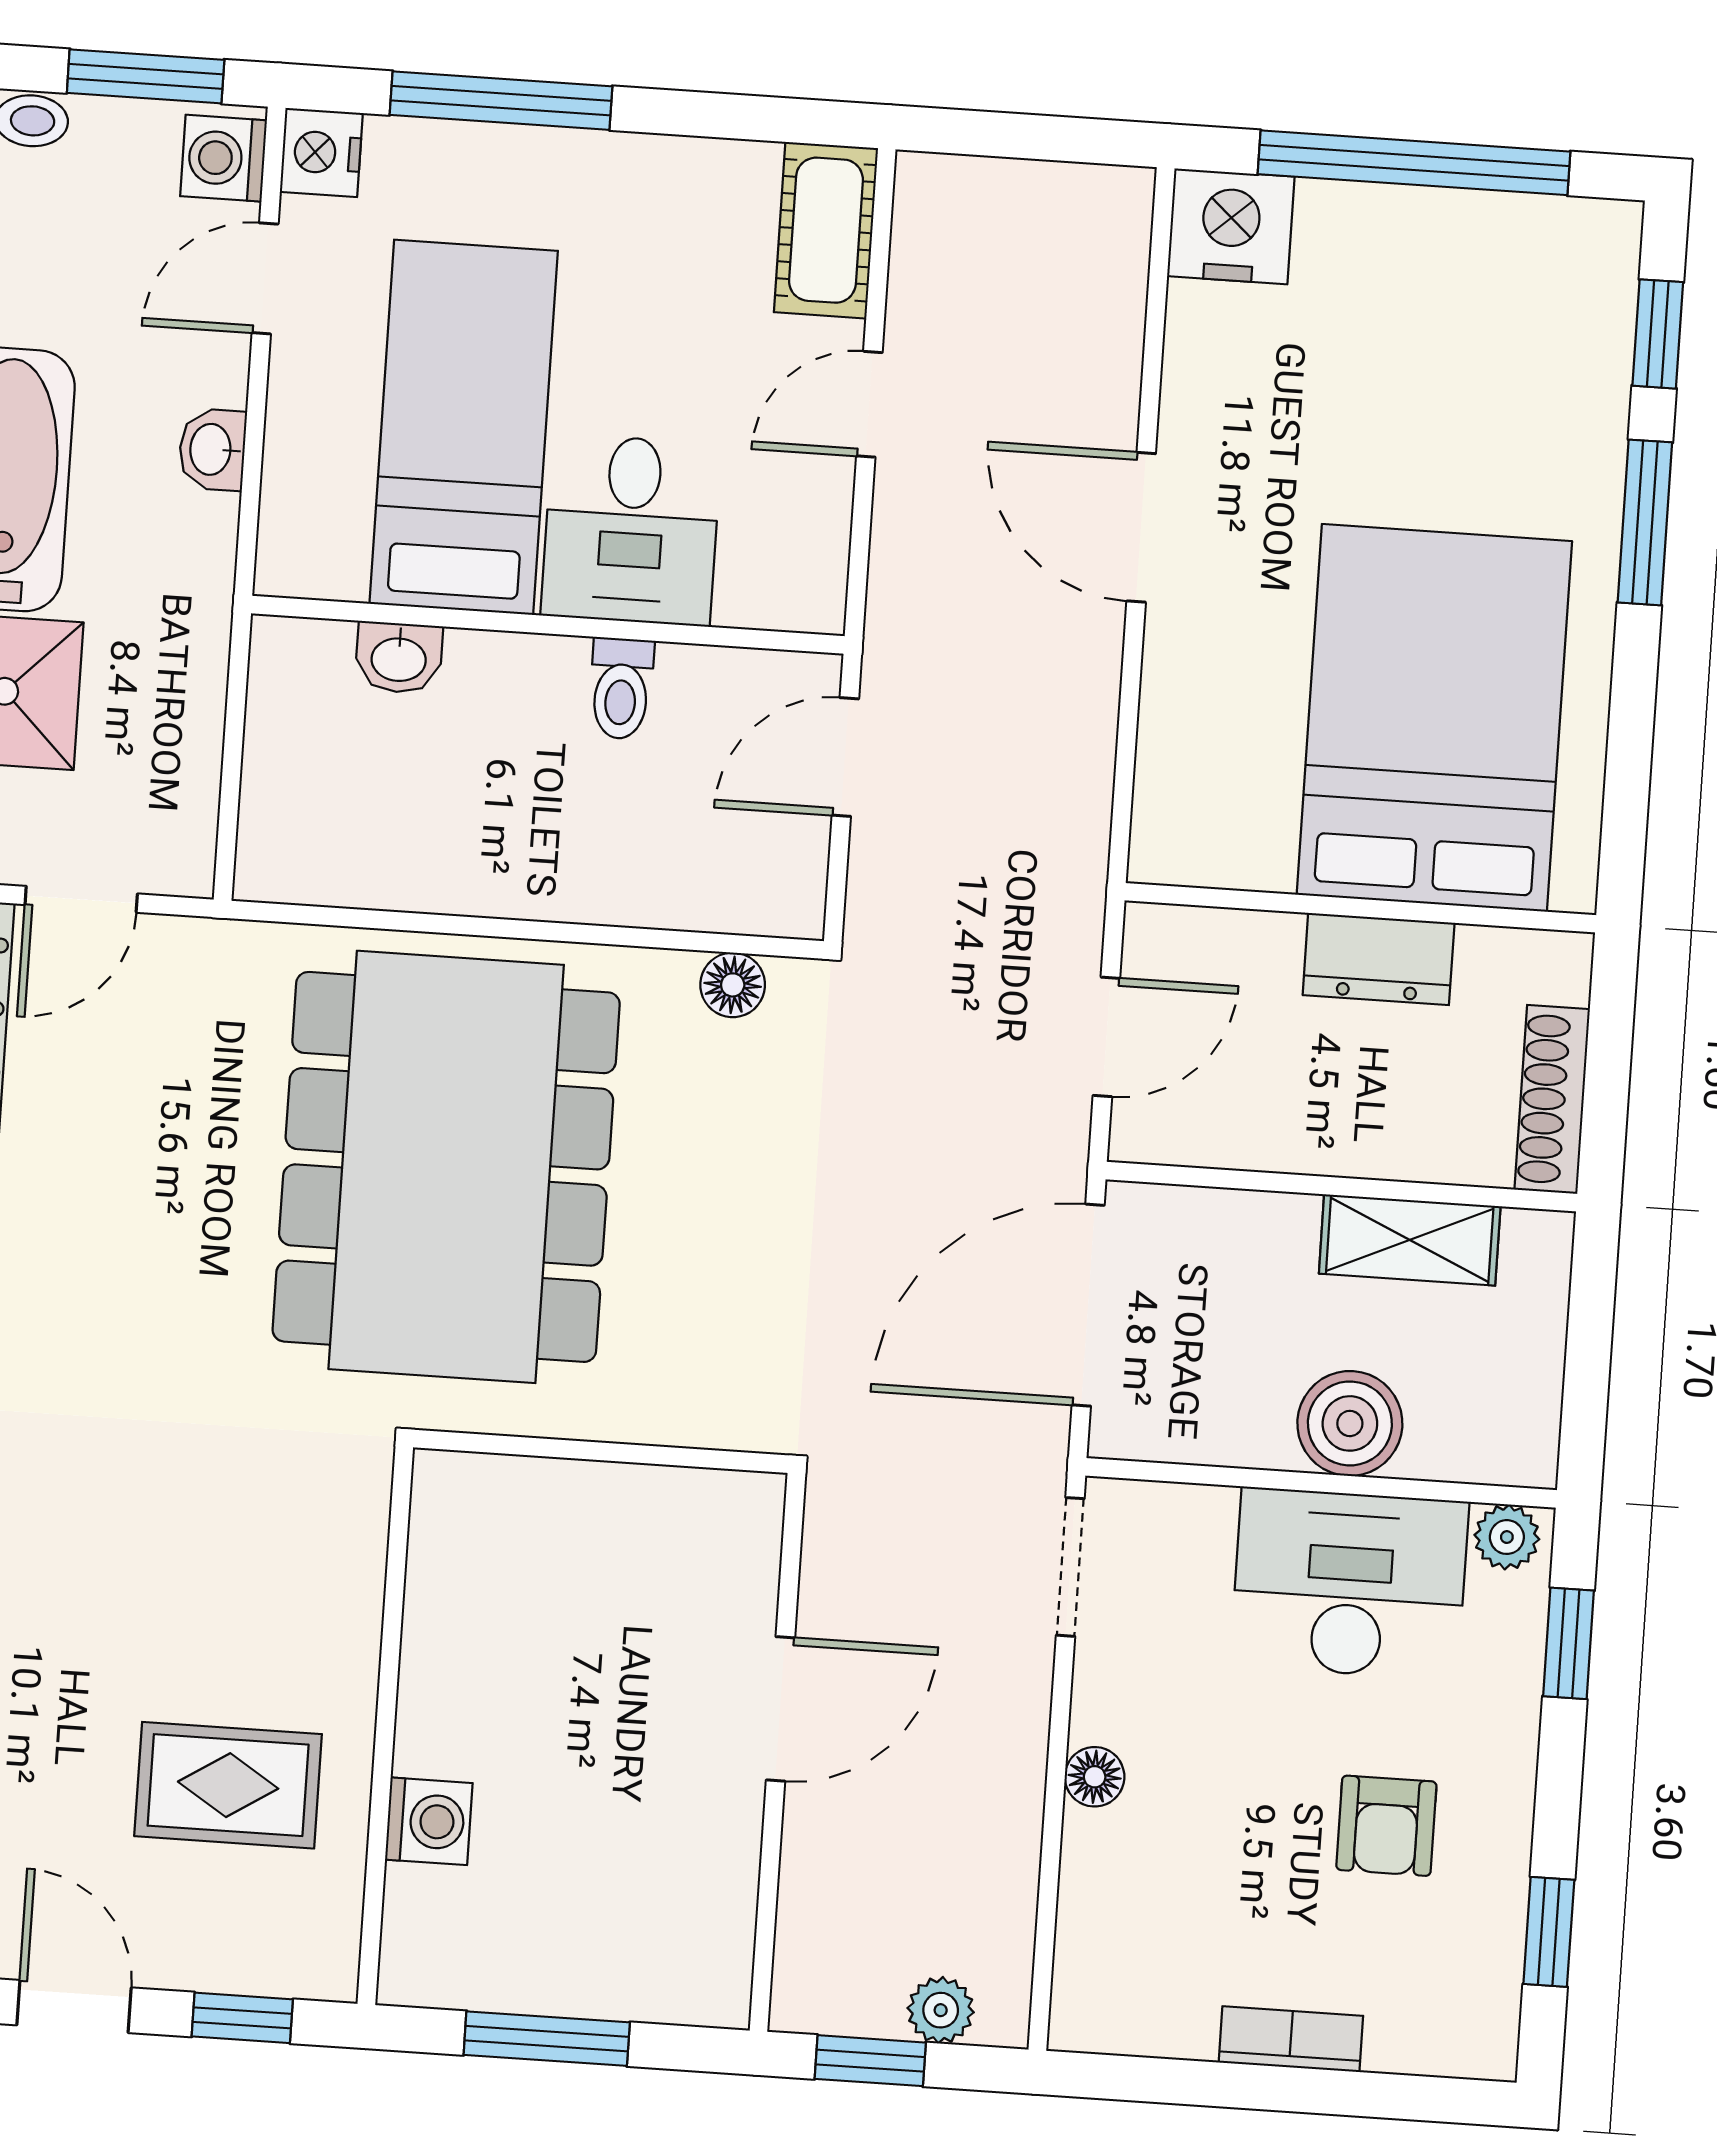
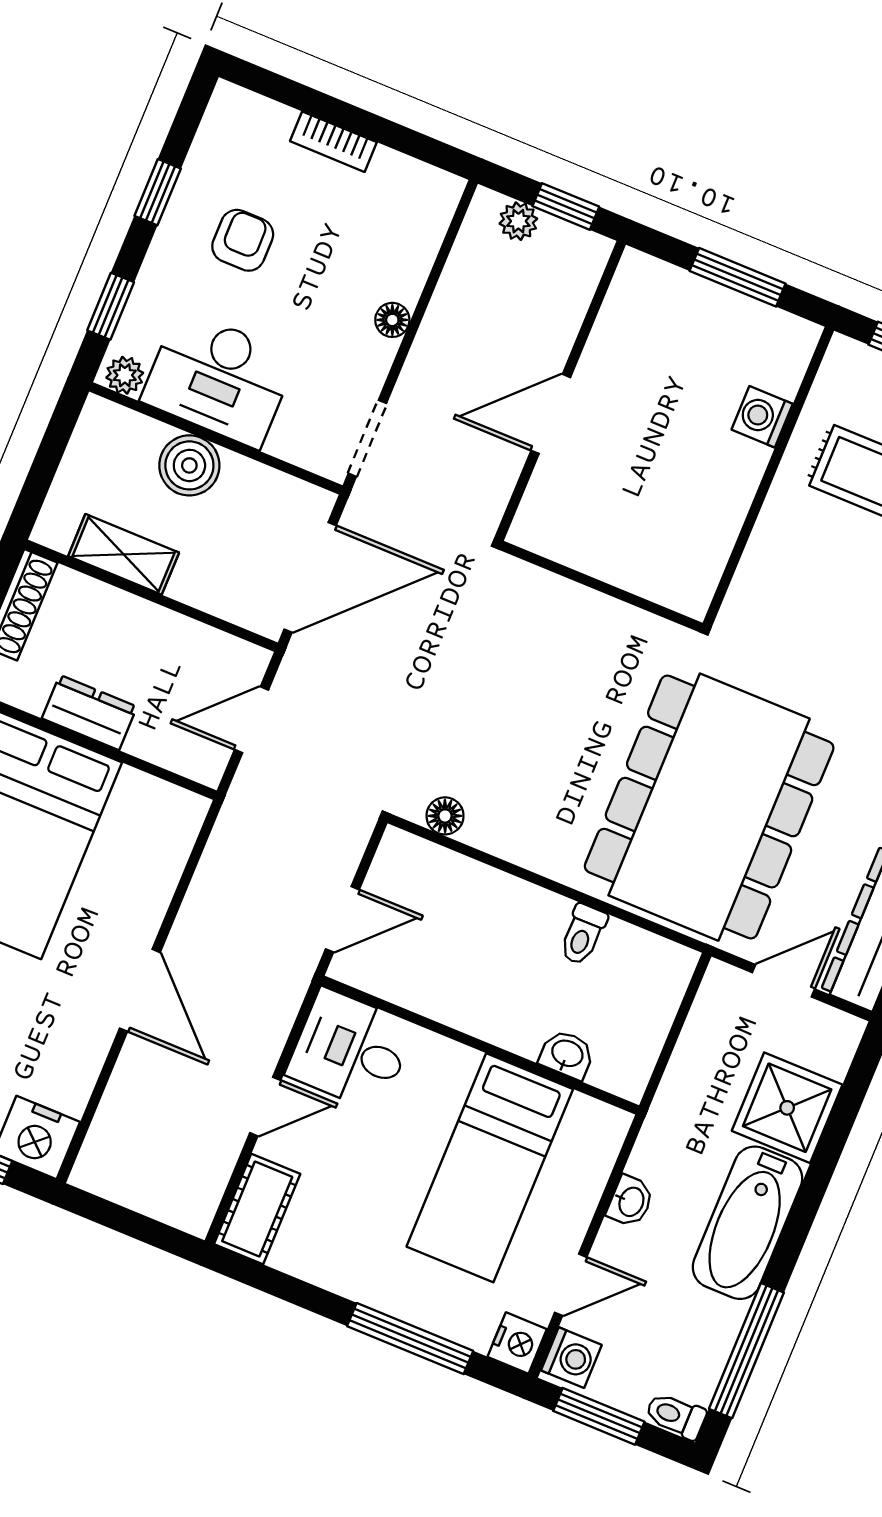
desk: (631, 530) -> (351, 1050), moved, turned -90
toilet: (621, 688) -> (583, 934), moved, turned 180
dining table: (446, 1167) -> (709, 807), moved
window: (1549, 1932) -> (158, 192), moved

